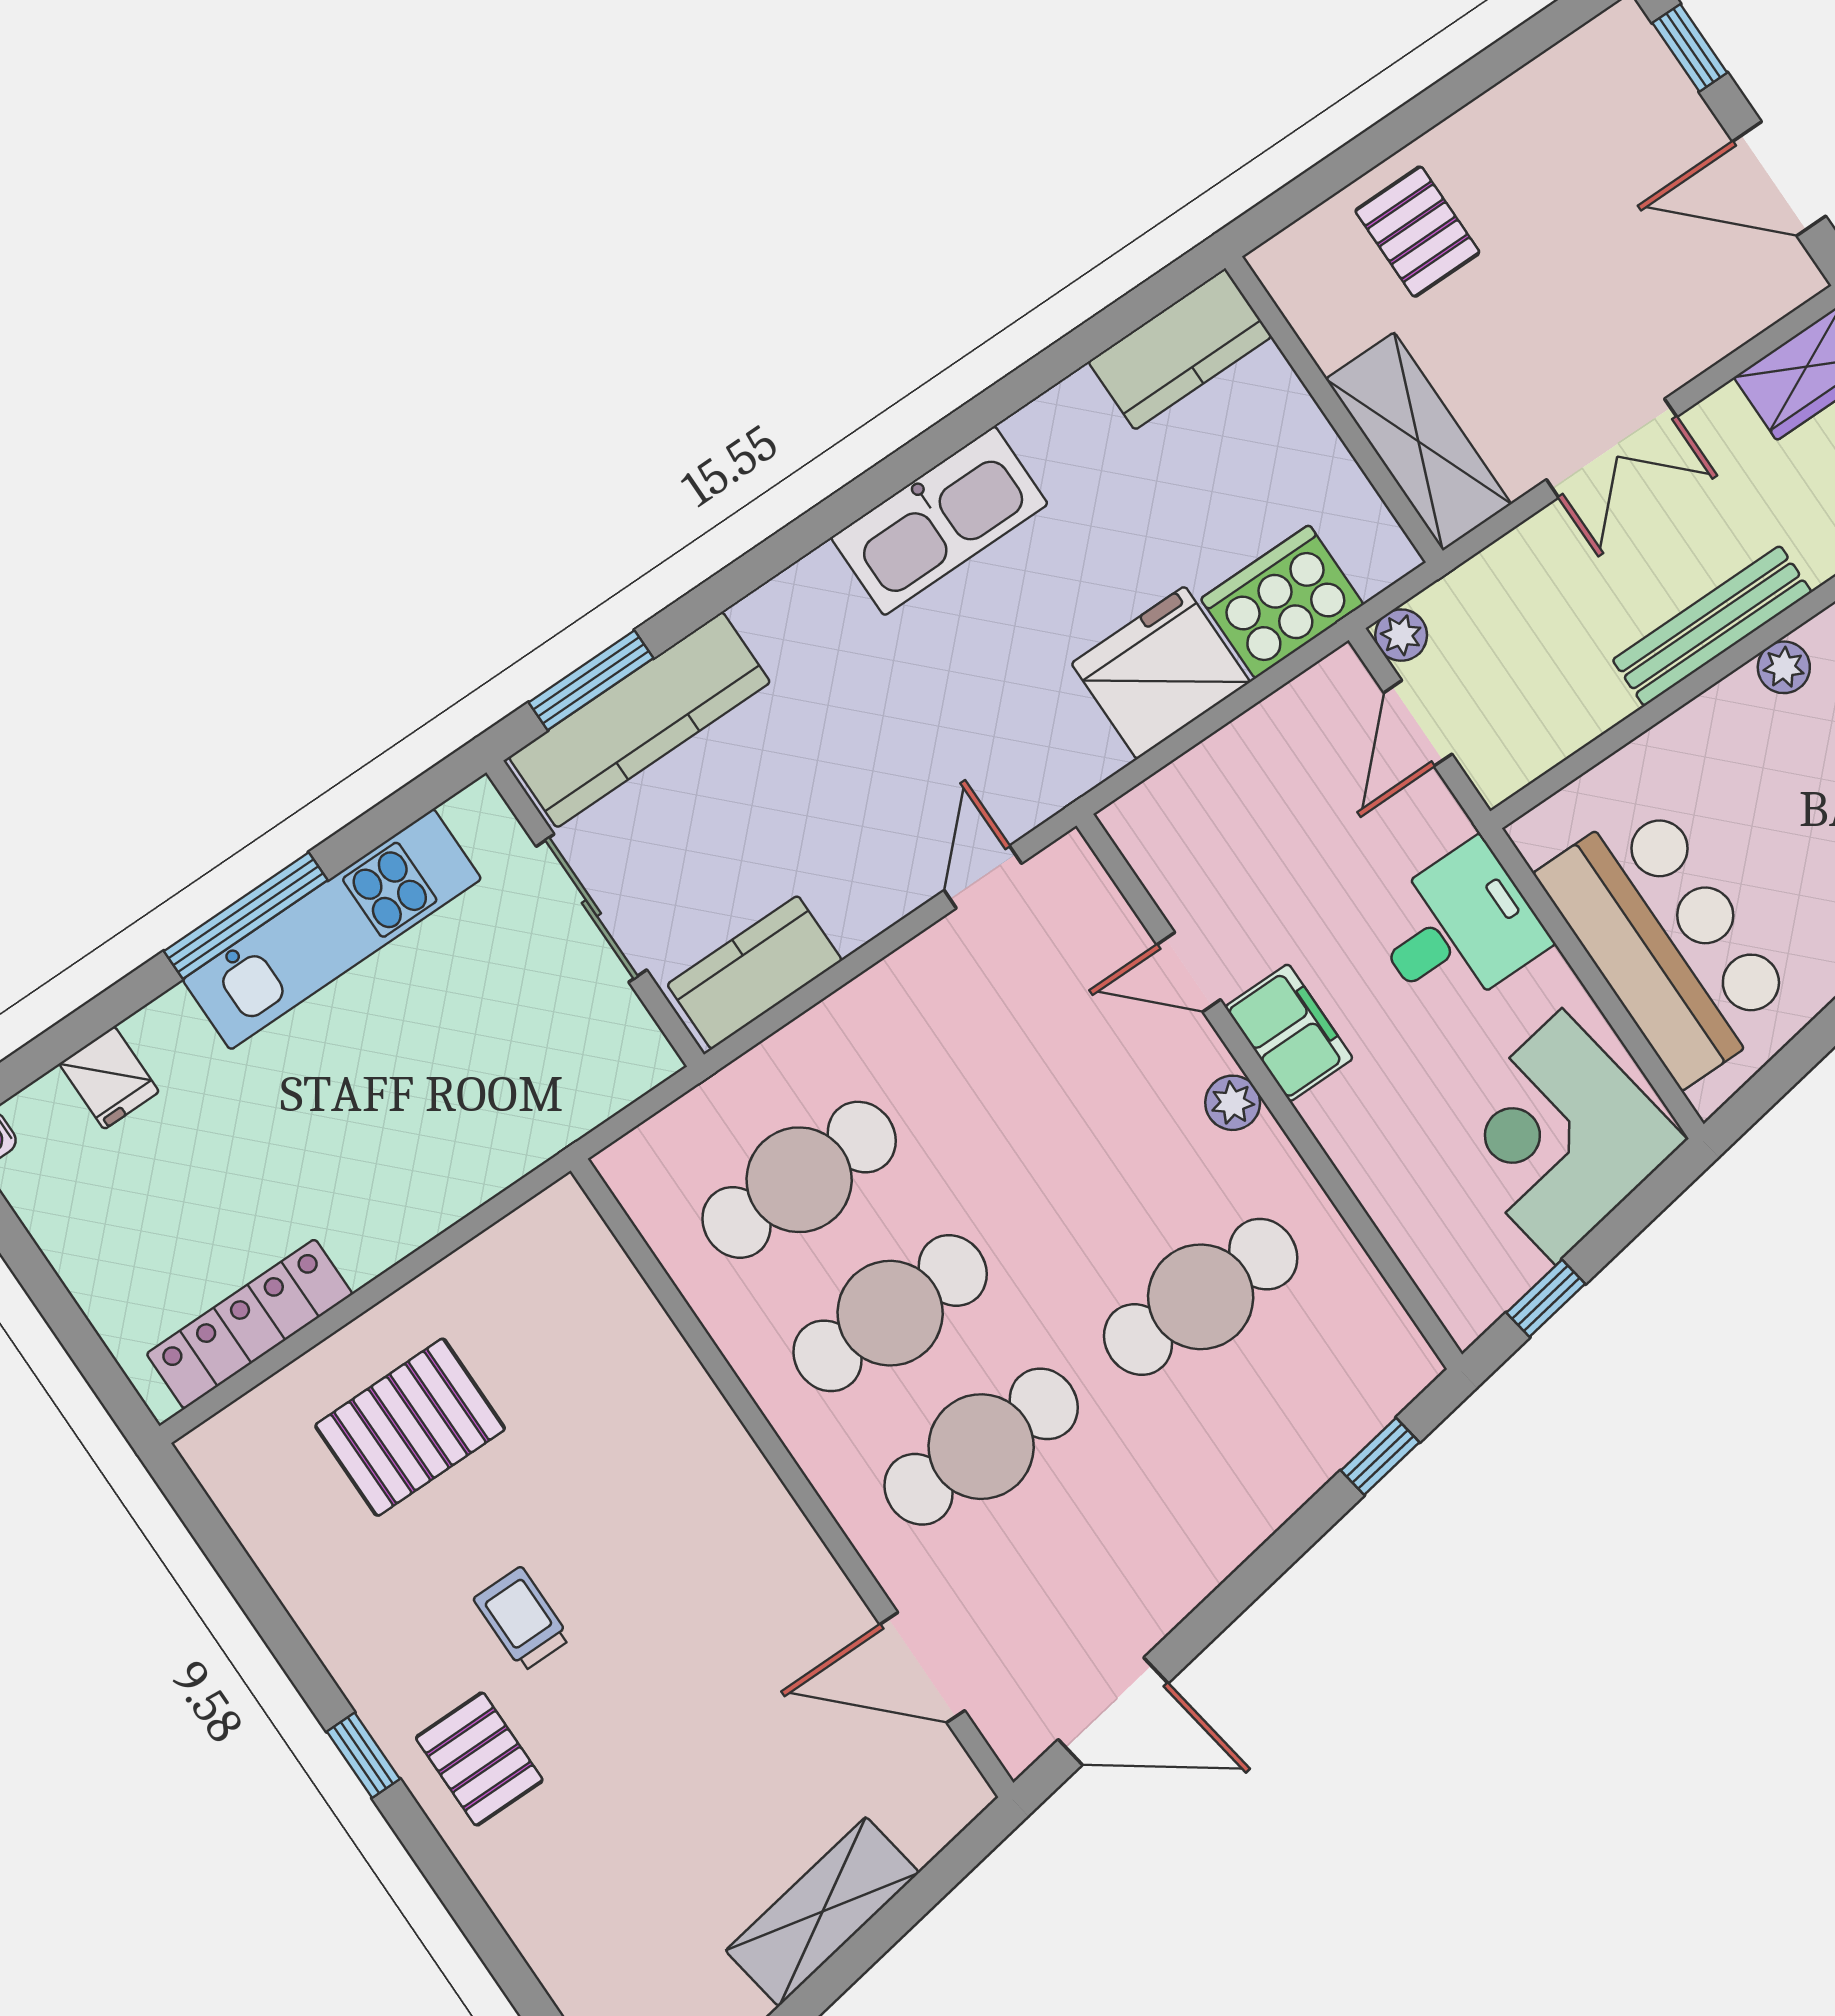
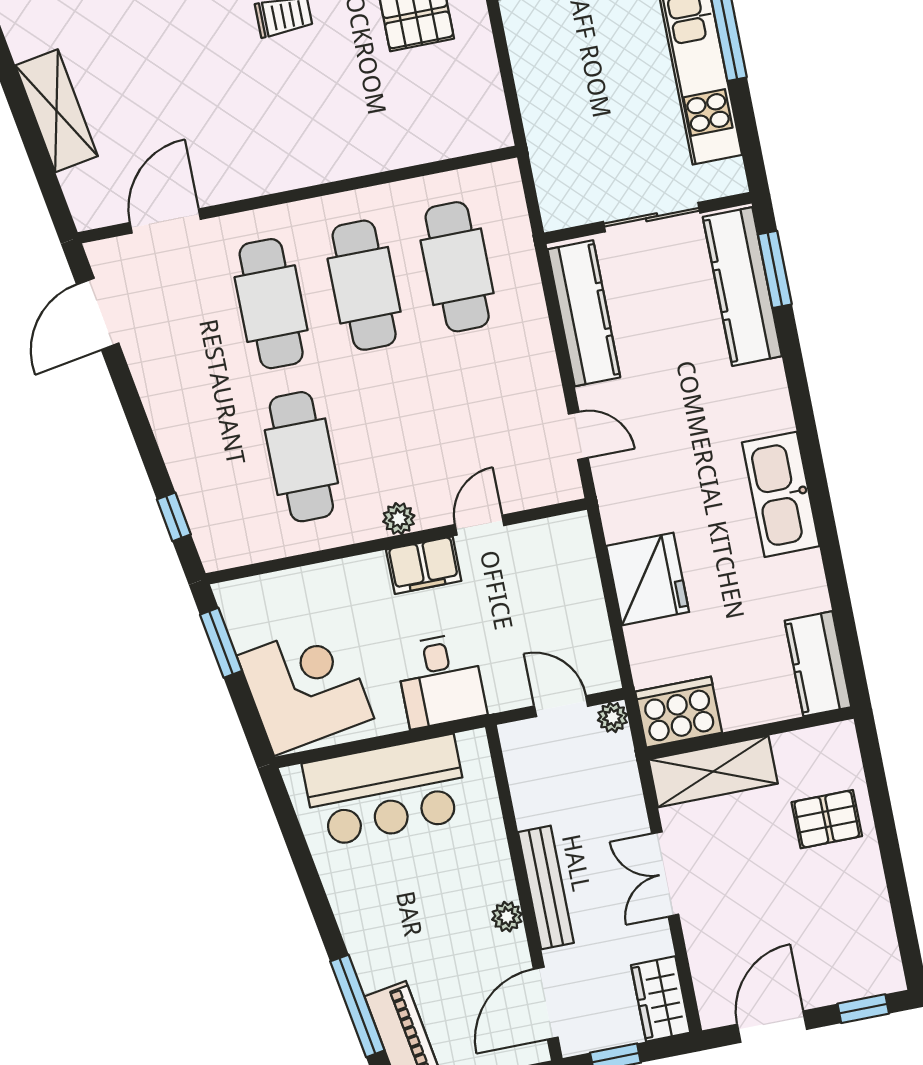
cooker: (1282, 602) -> (679, 712), moved, turned -90
kitchen counter: (755, 972) -> (584, 313), width x1.50
window: (1546, 1298) -> (221, 643), width x1.50

